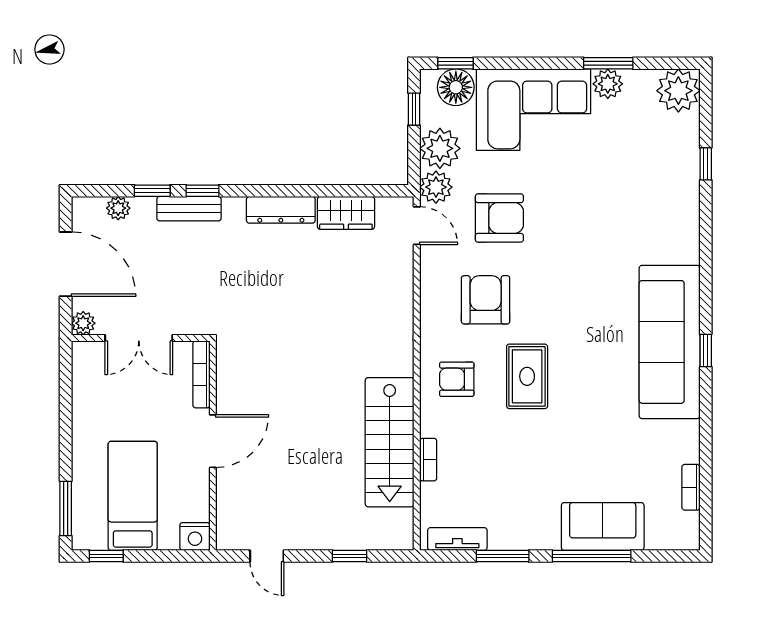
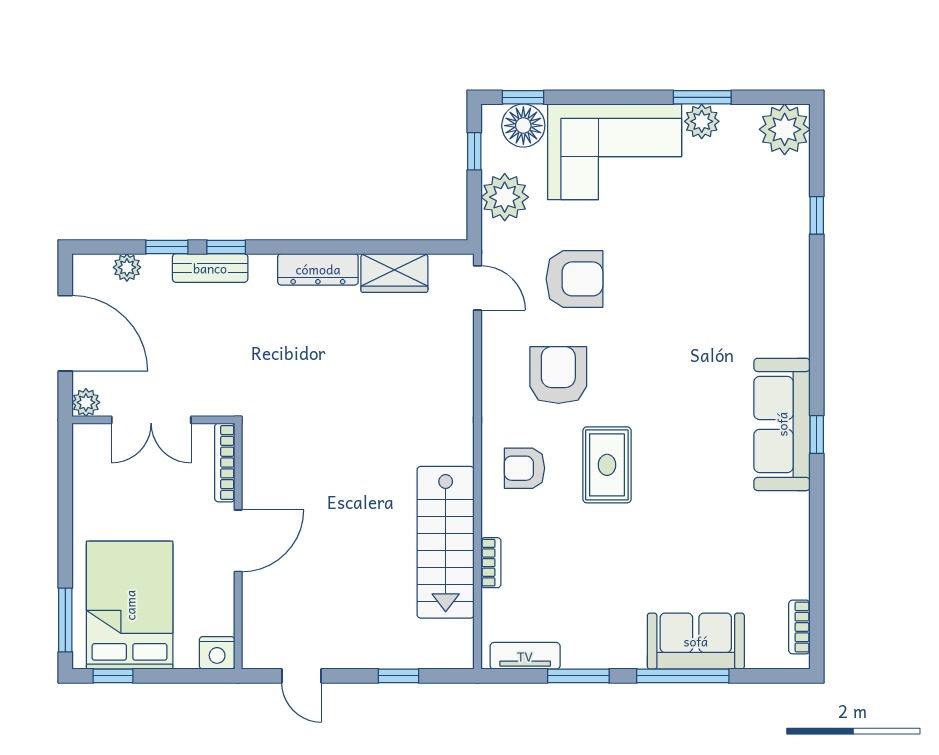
plant: (436, 187) -> (500, 243), removed
sofa: (670, 342) -> (782, 424), width x0.74, depth x0.79
bookcase: (691, 487) -> (799, 627), moved
bed: (133, 496) -> (130, 605), width x1.50

